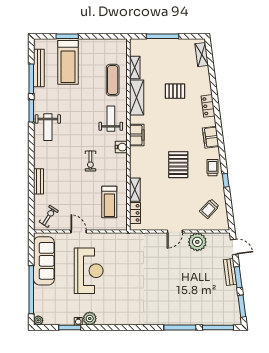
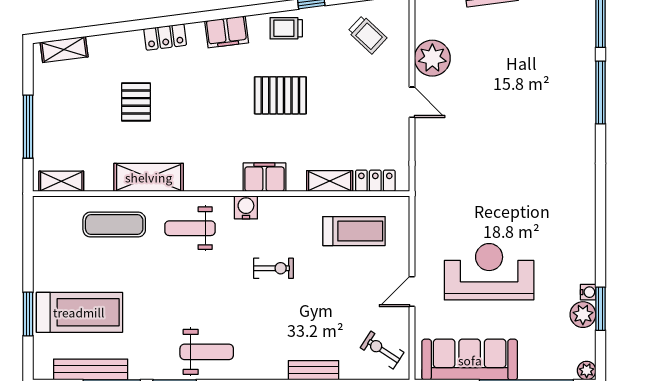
shelving: (135, 68) -> (61, 181), moved
filing cabinet: (137, 135) -> (264, 177), moved
plant: (90, 319) -> (583, 315), moved

